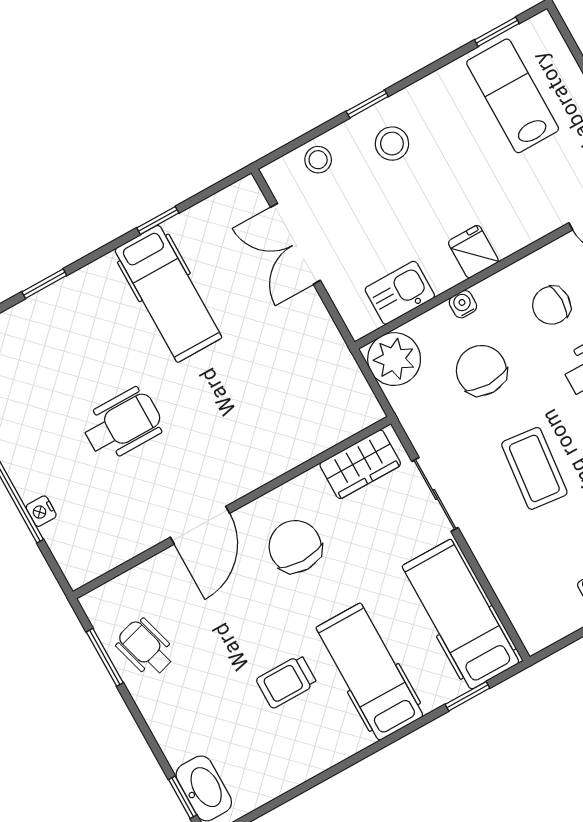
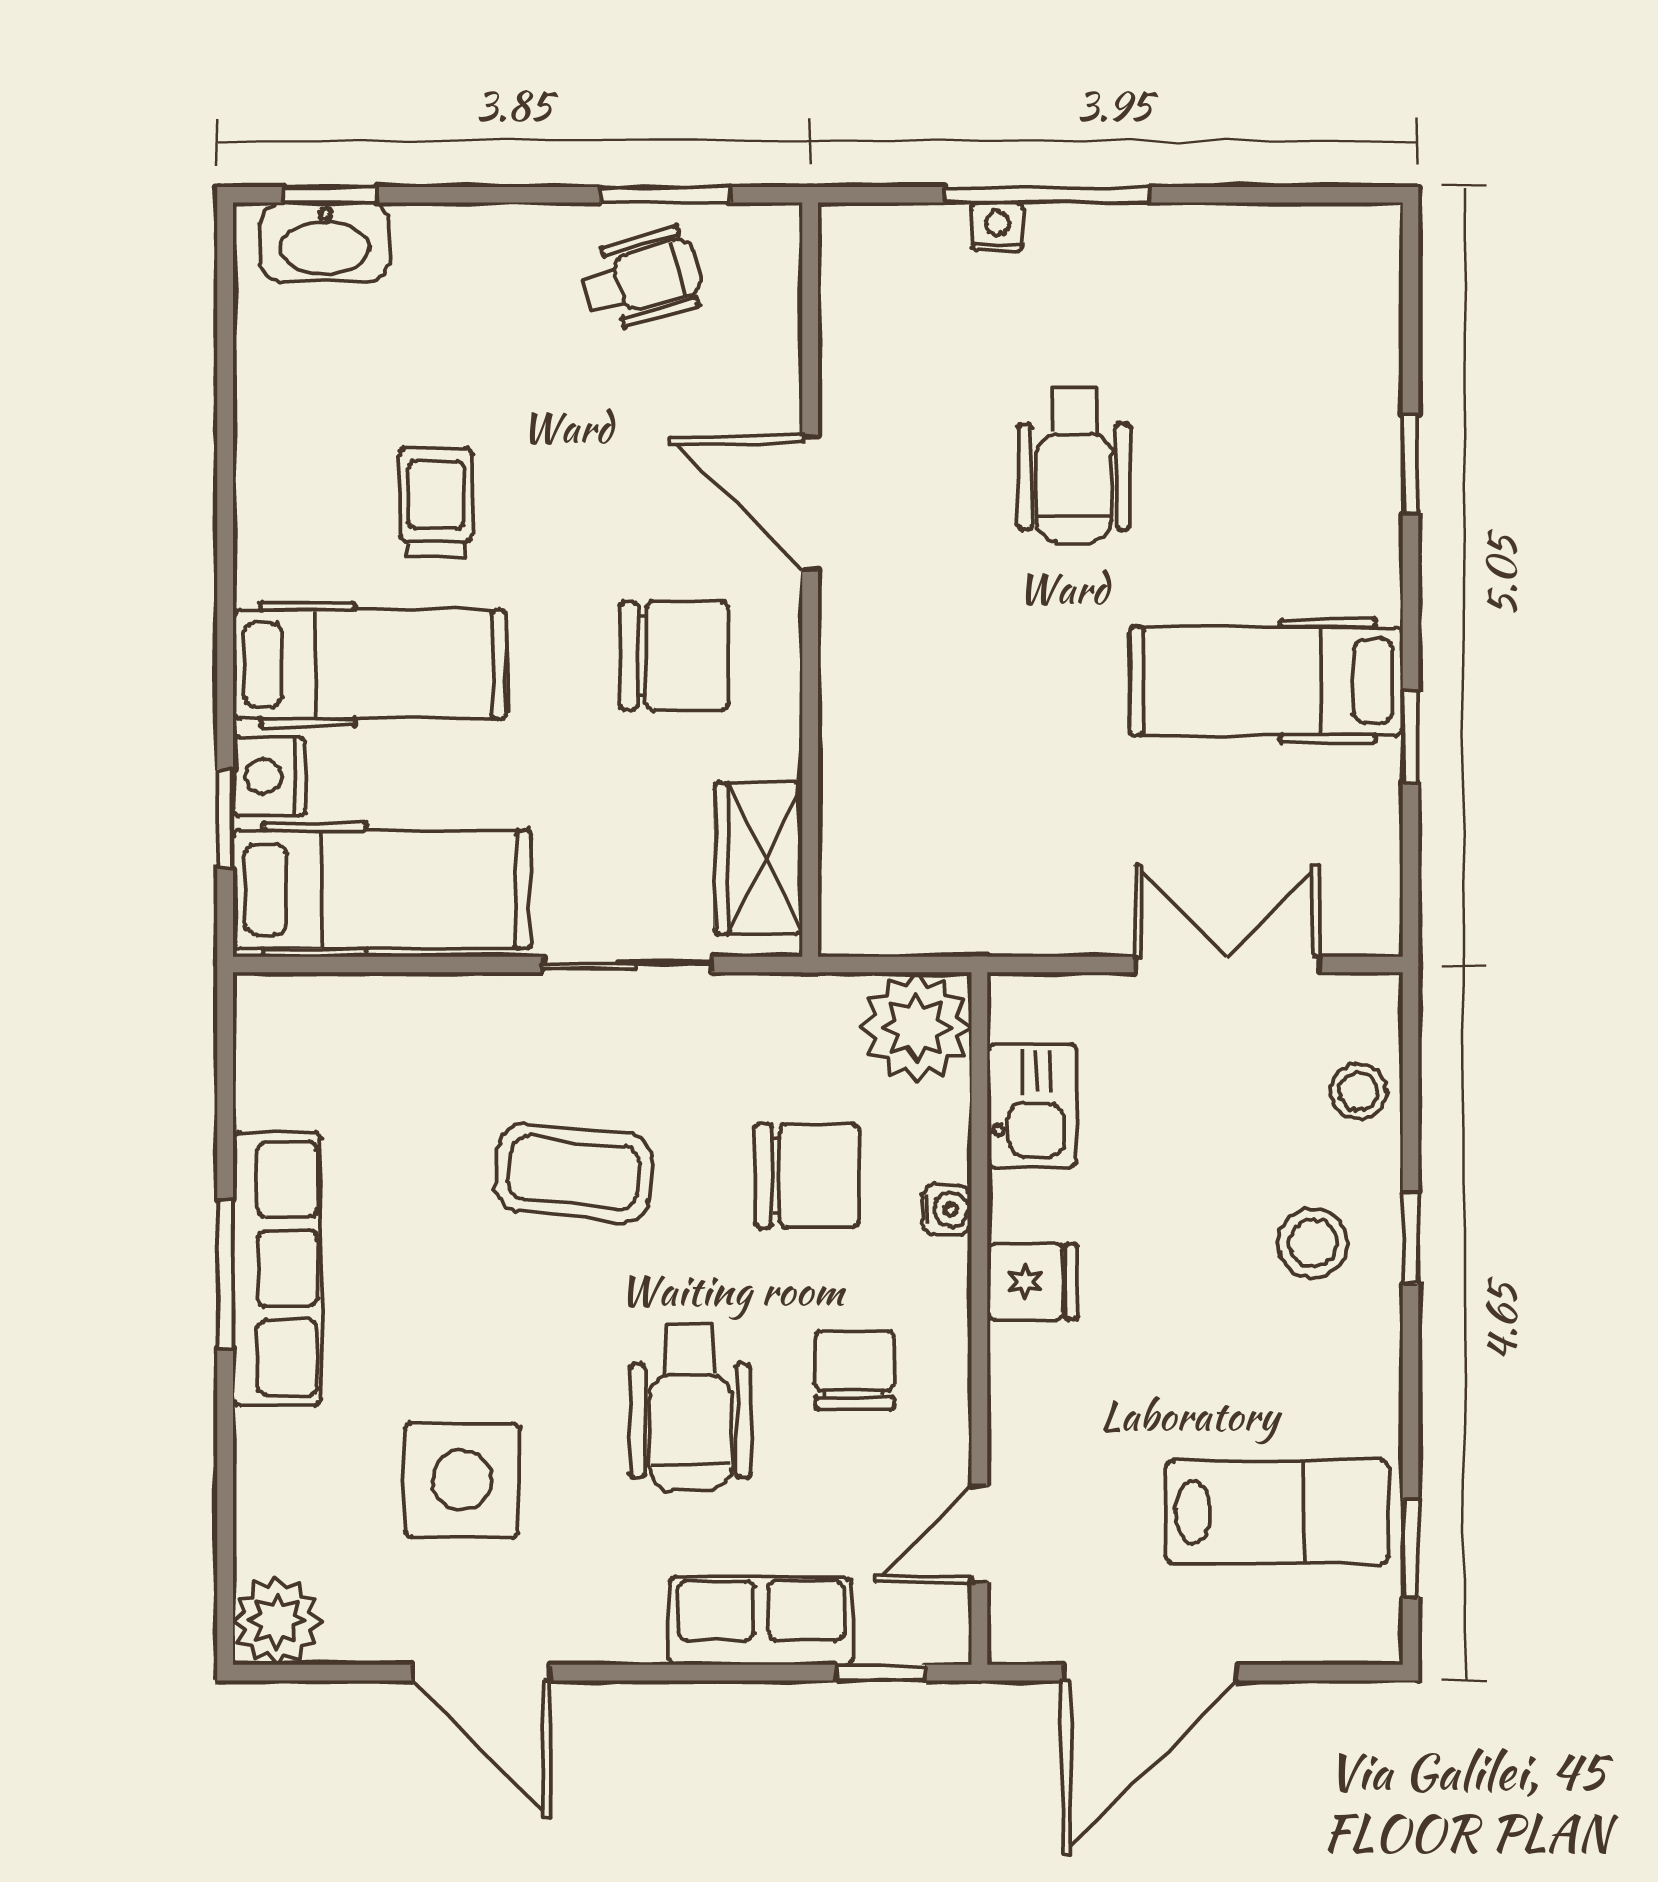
nightstand: (440, 687) -> (269, 776), added

